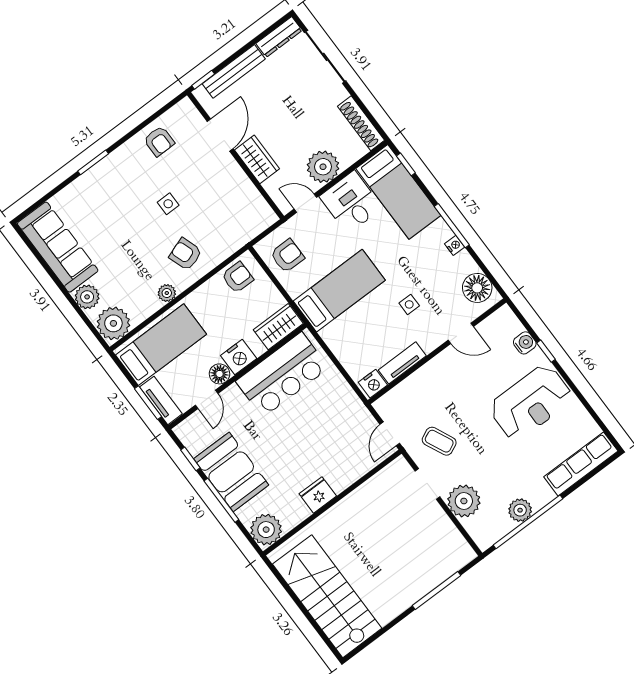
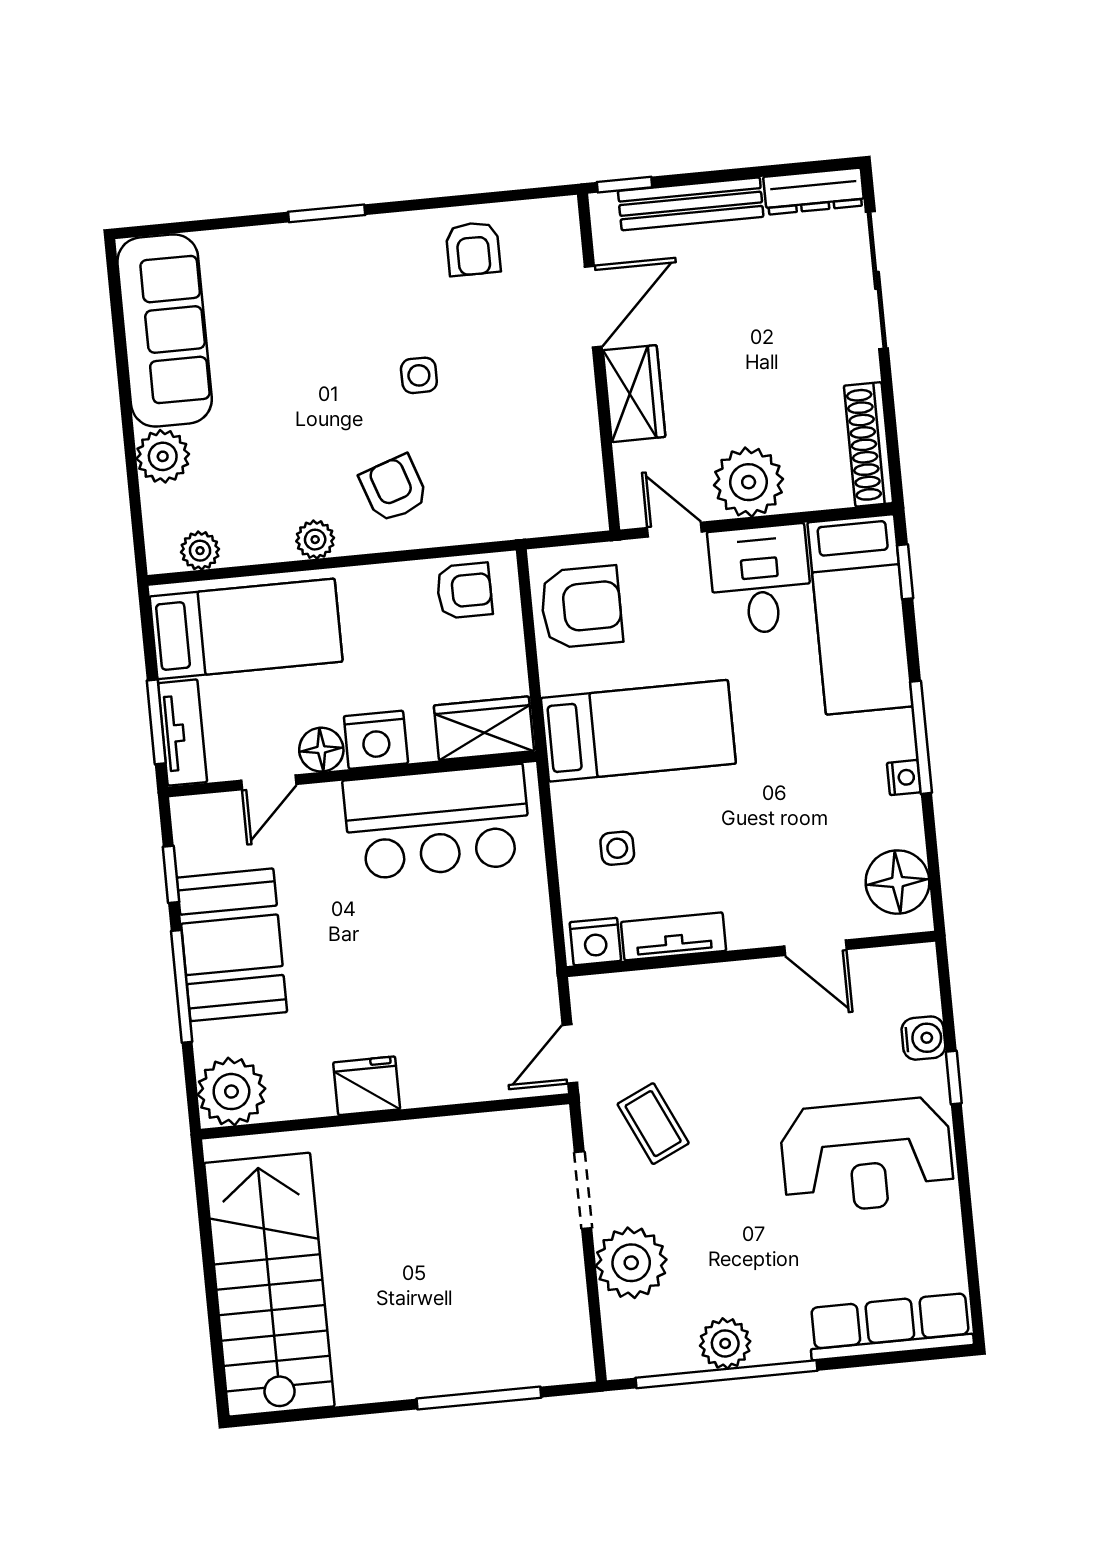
armchair: (287, 256) -> (581, 607), width x1.38, depth x1.38
side table: (409, 304) -> (617, 848), moved
plant: (113, 323) -> (200, 551), width x0.53, depth x0.53

